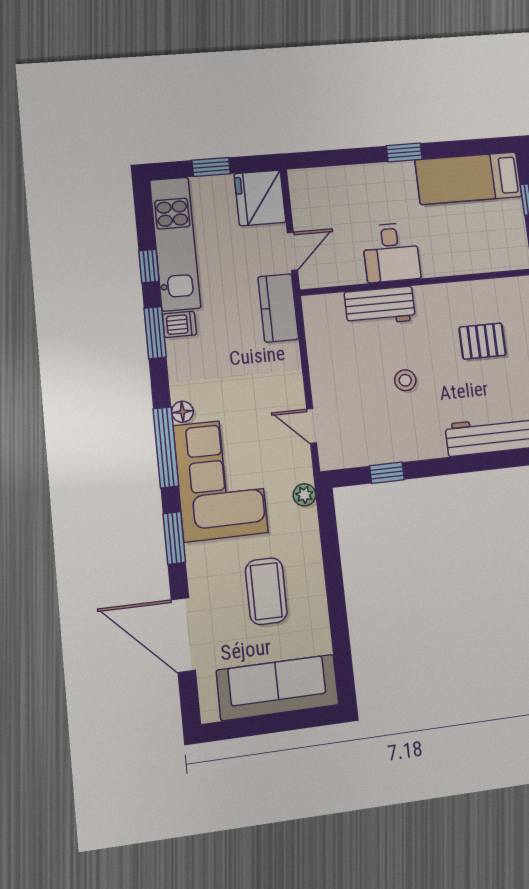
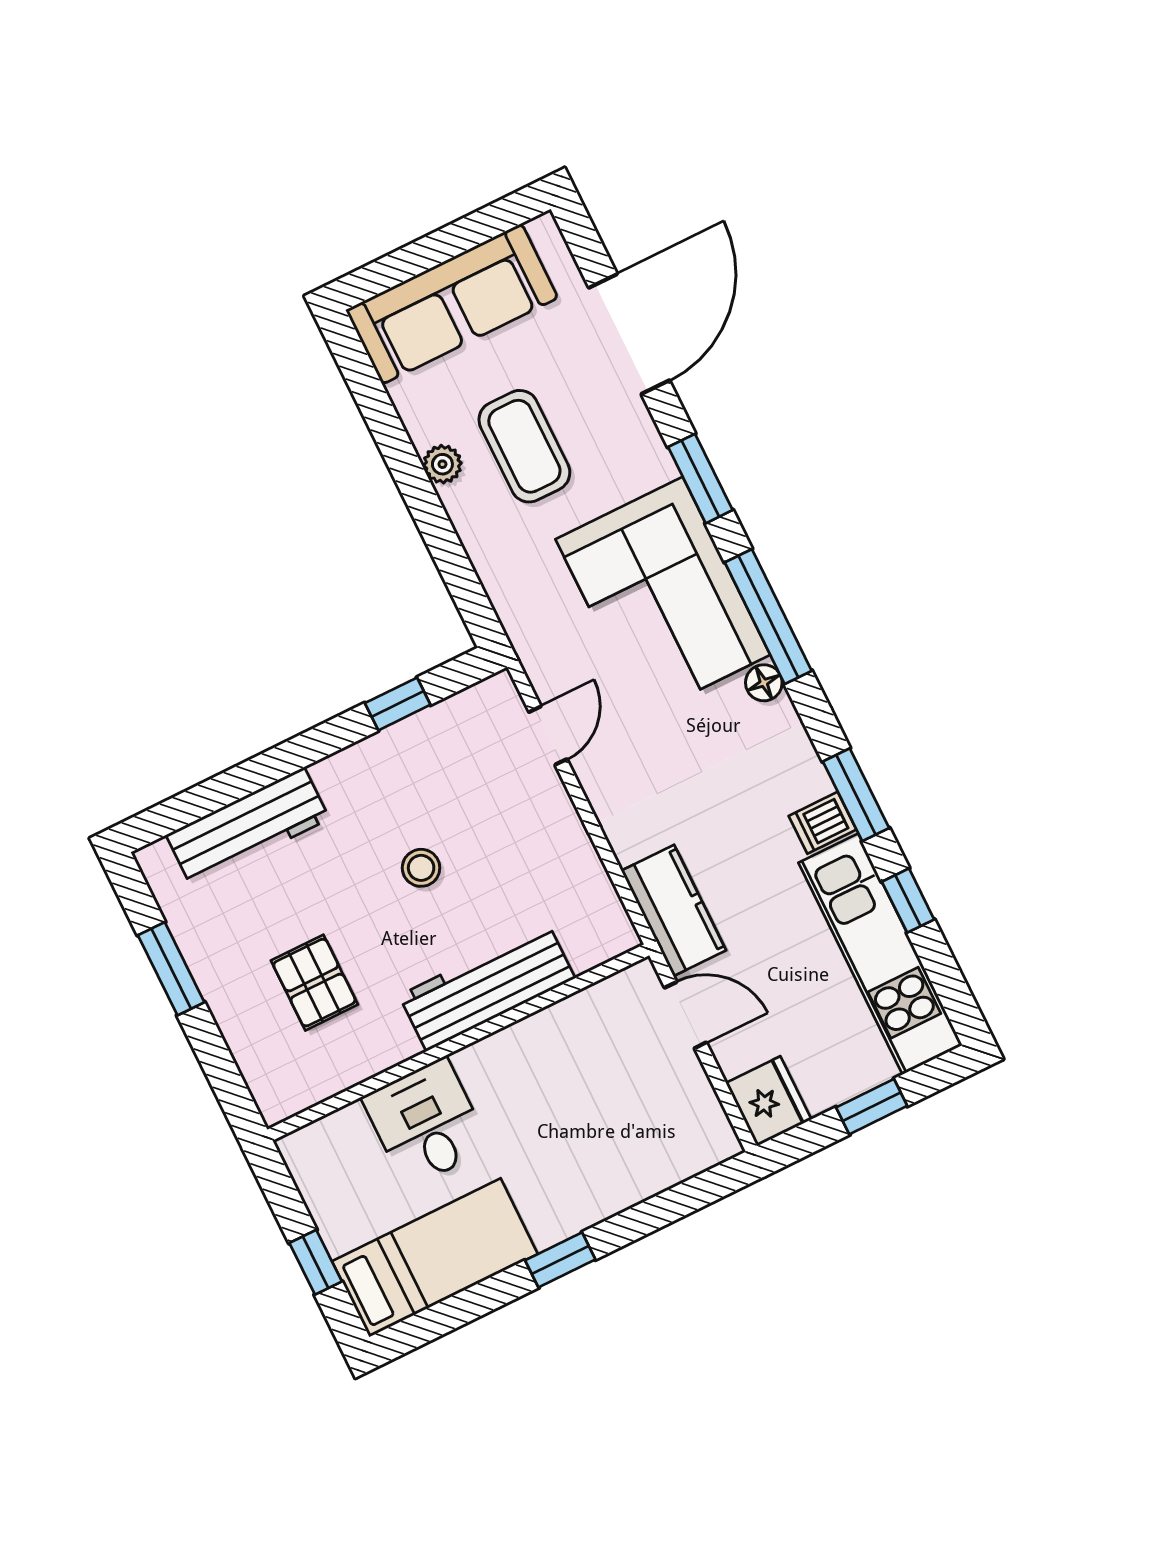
fridge: (260, 198) -> (769, 1101), width x0.73, depth x0.75
door: (292, 251) -> (686, 1015), swing flipped
desk: (391, 252) -> (426, 1123), moved
workbench: (380, 306) -> (487, 987), width x1.38
pallet: (482, 341) -> (314, 983), turned 90
door: (312, 426) -> (548, 736), hinge flipped
plant: (304, 495) -> (442, 464), moved
door: (183, 635) -> (629, 334), hinge flipped

